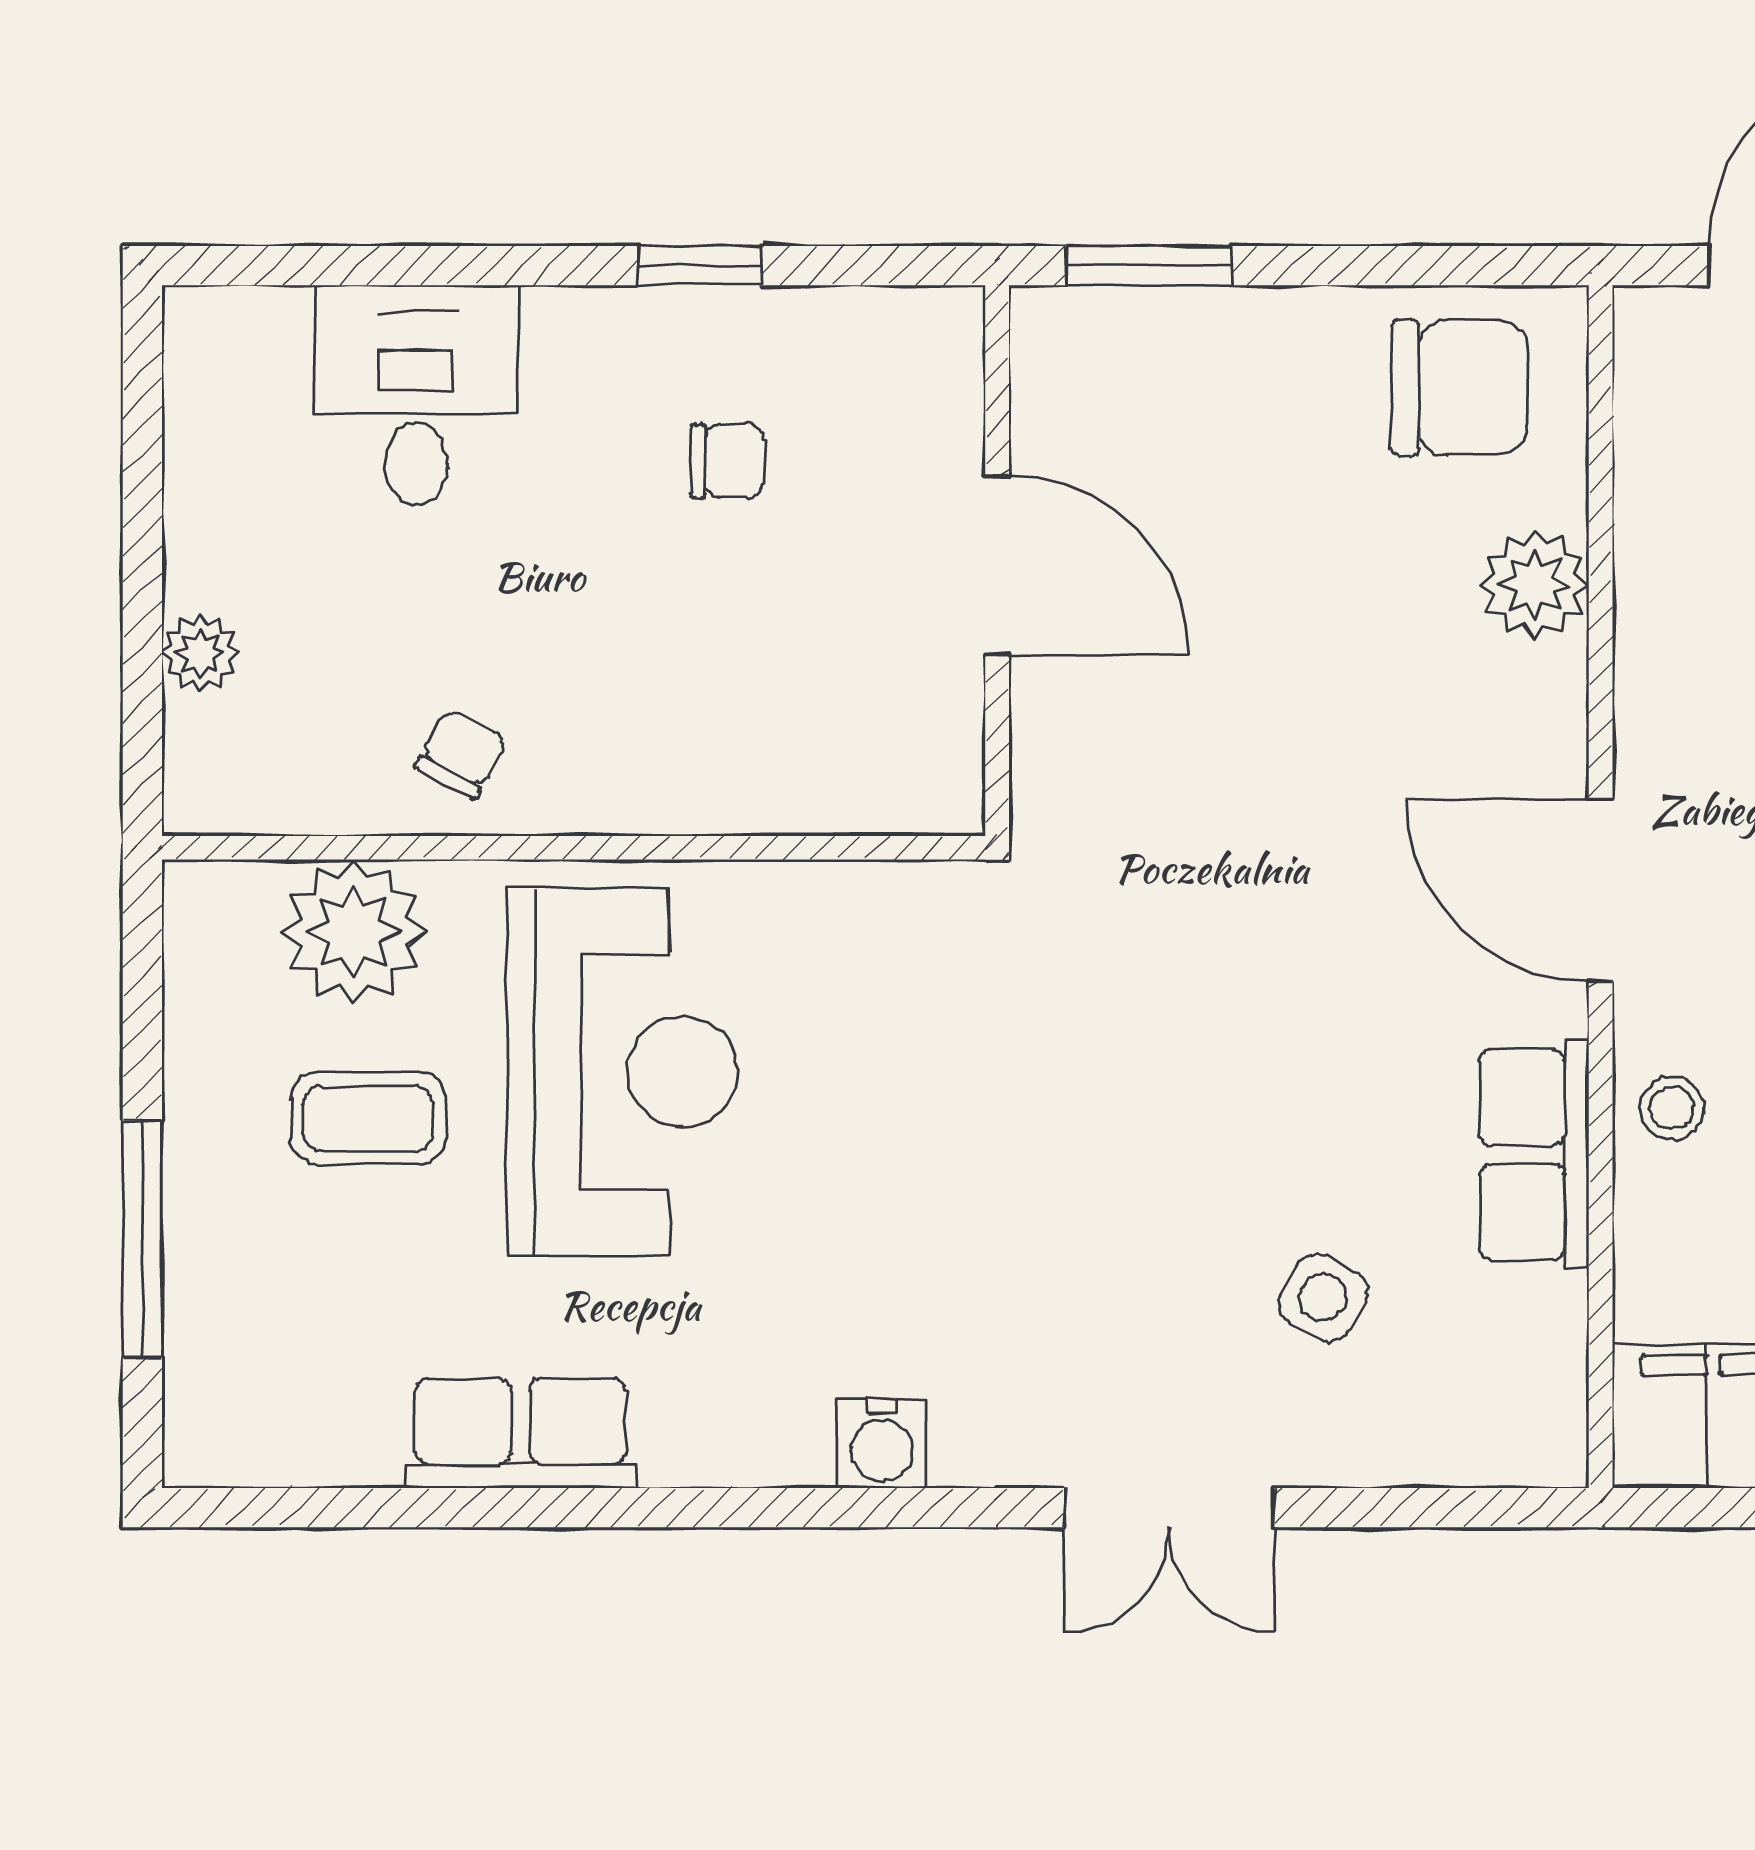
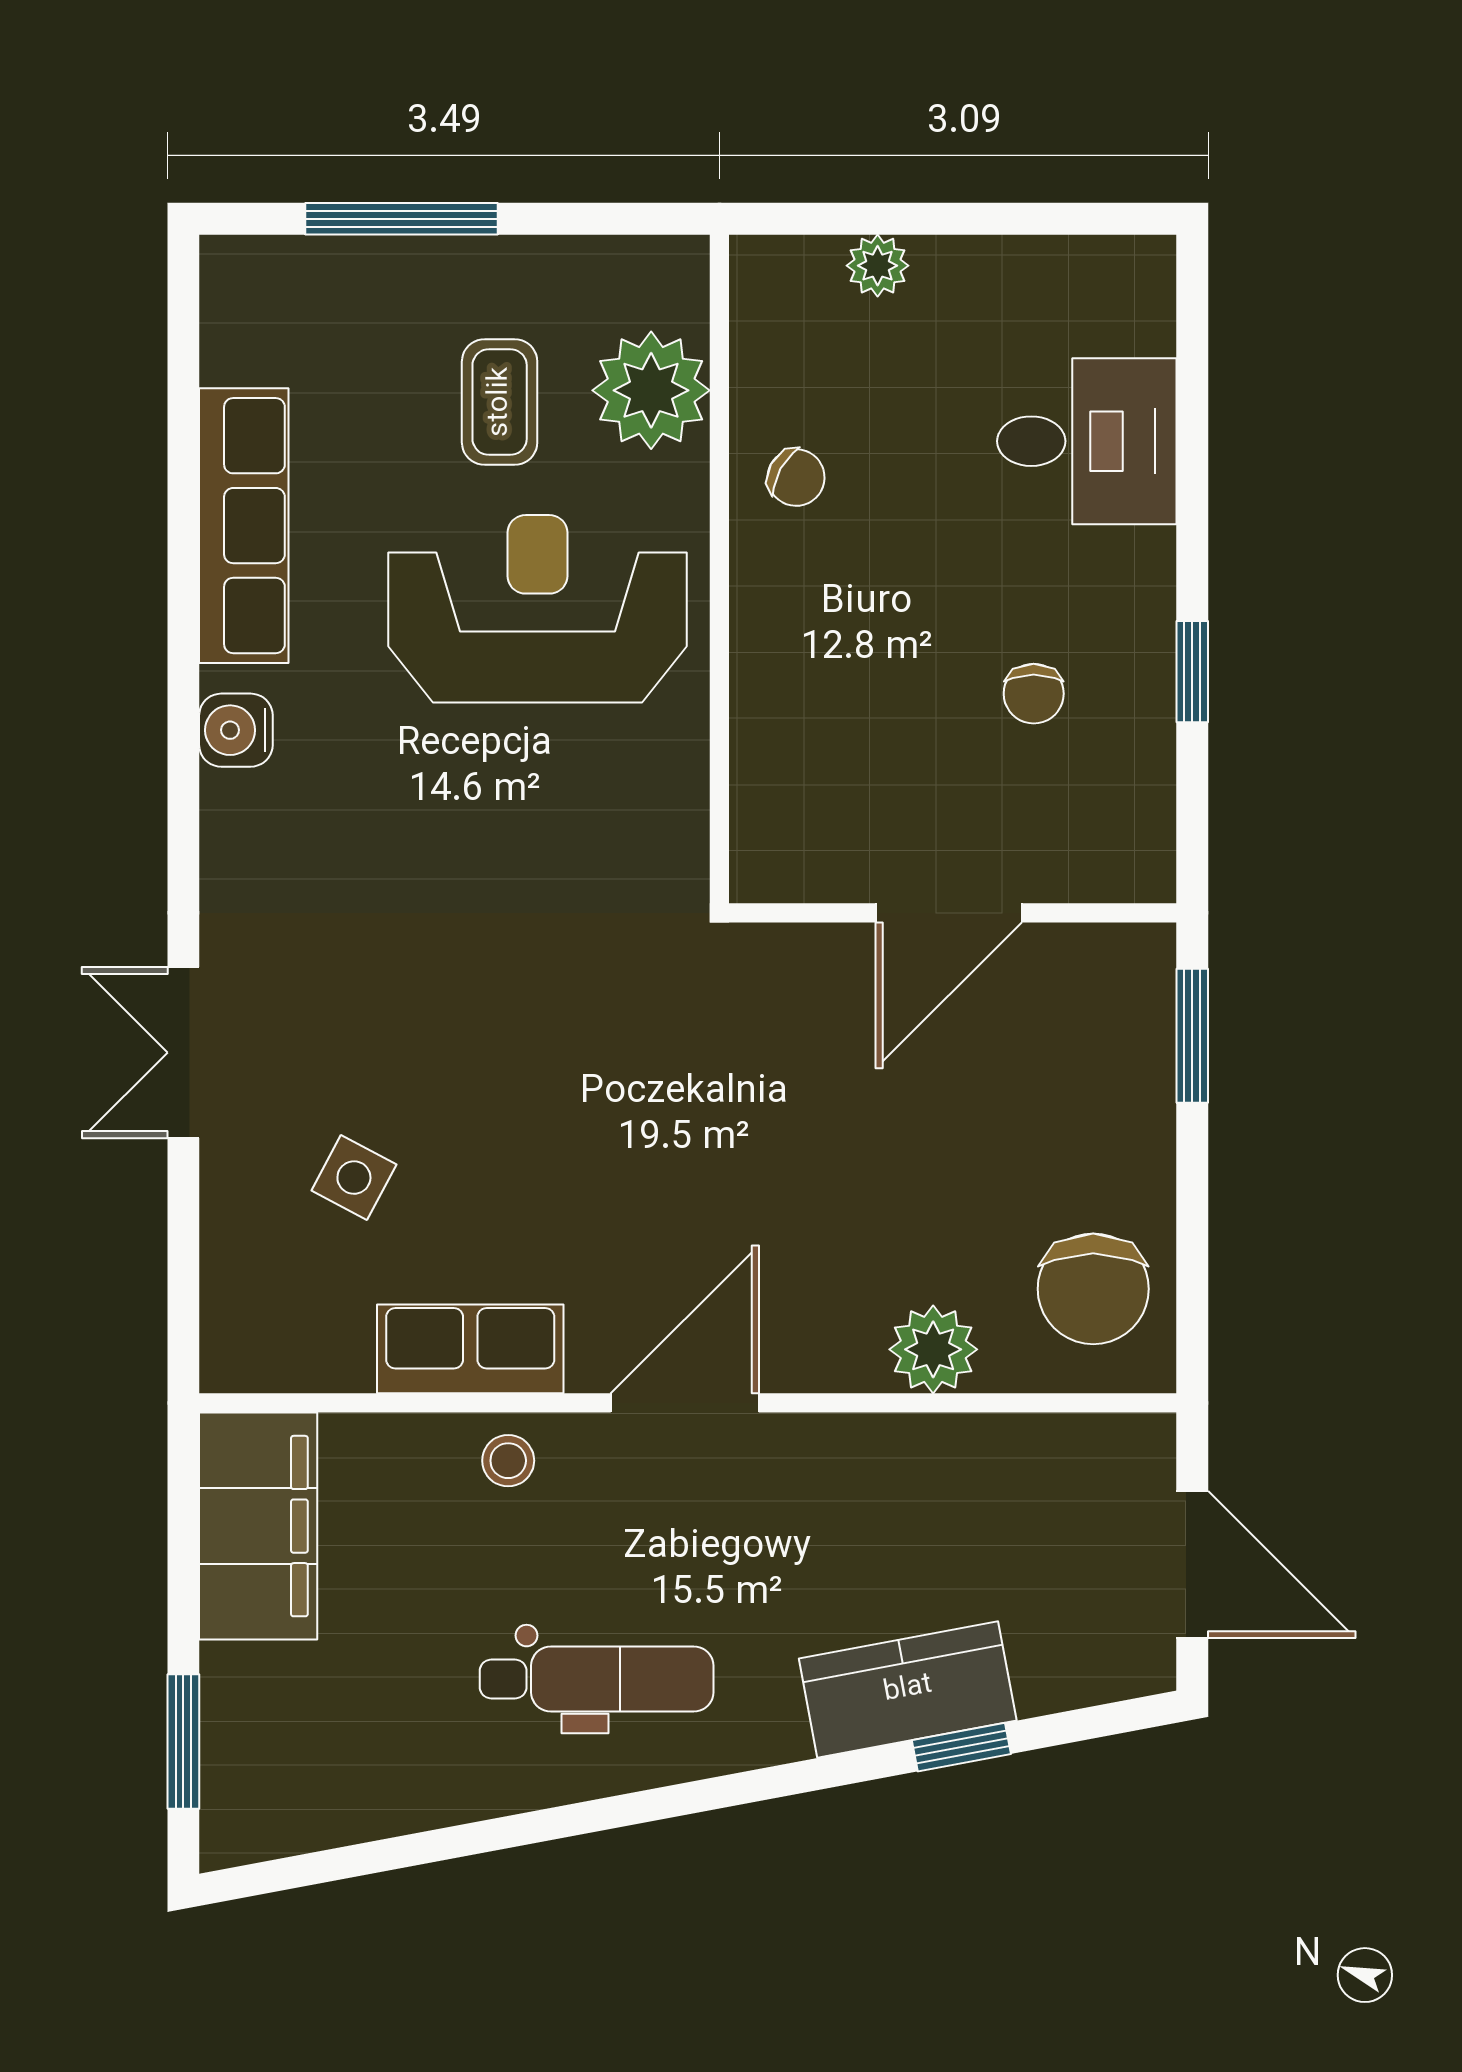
reception desk: (623, 1072) -> (537, 609), turned 180
row of seats: (520, 1433) -> (244, 526), width x1.48
water cooler: (882, 1443) -> (236, 730), moved

